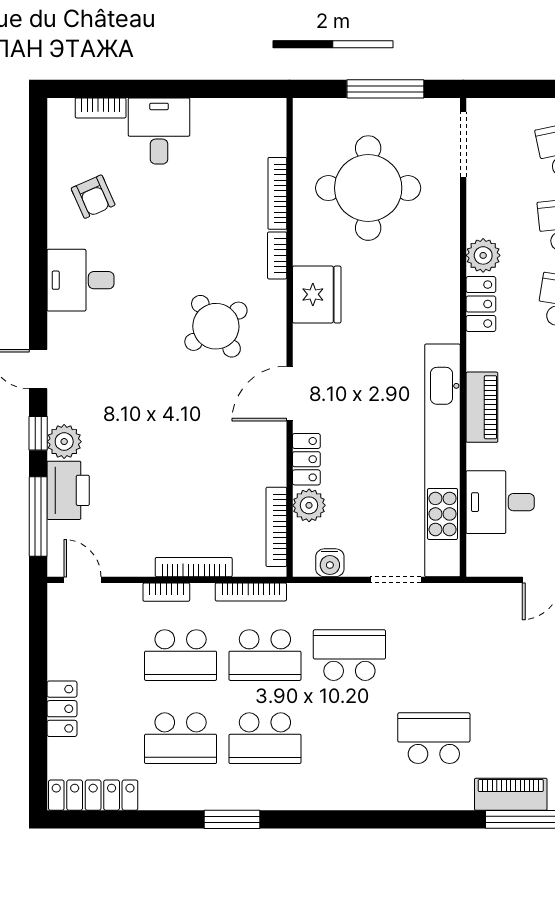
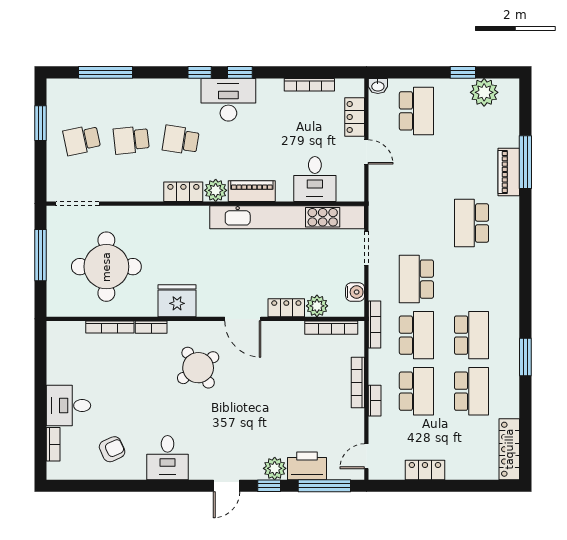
plant: (483, 255) -> (216, 190), moved
bookcase: (251, 592) -> (374, 324), moved
locker: (62, 709) -> (425, 470), moved

